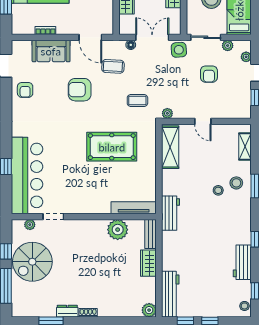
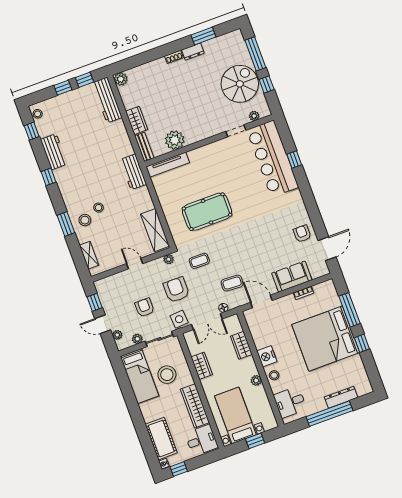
armchair: (80, 90) -> (176, 290), moved, turned -90

